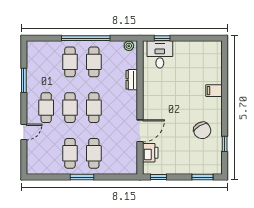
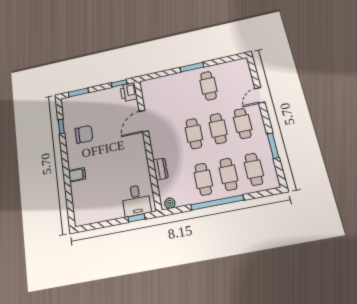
chair: (202, 130) -> (84, 134), turned 120
cafe table: (94, 153) -> (254, 169), moved
printer: (150, 153) -> (129, 92), moved

